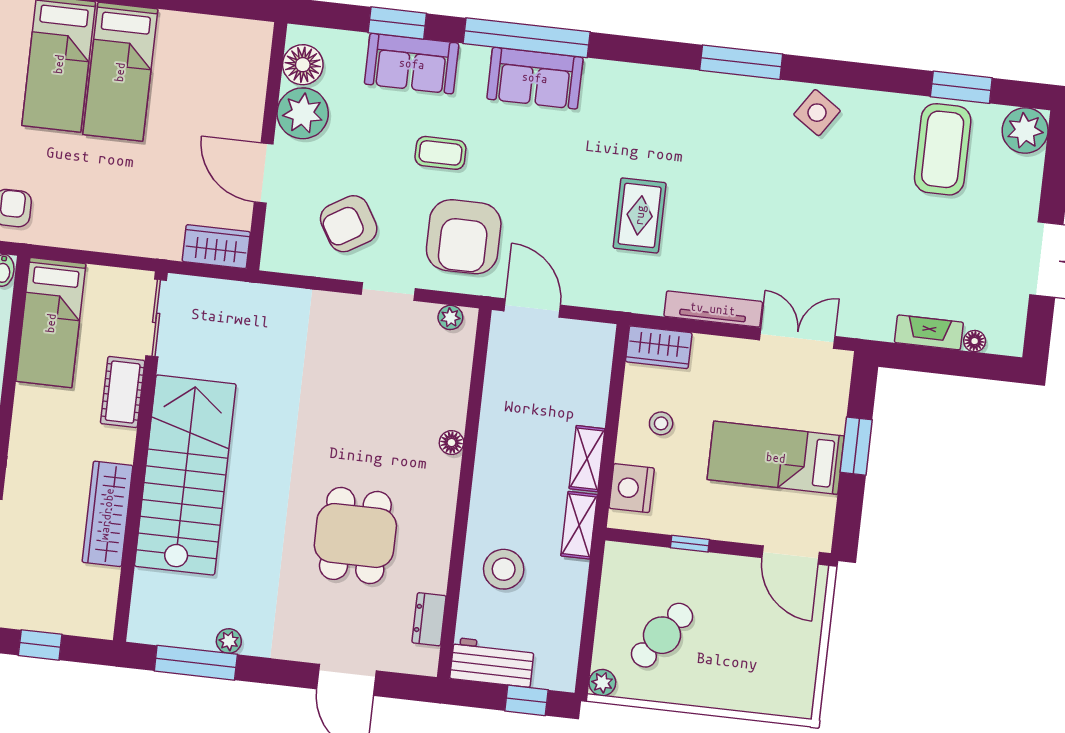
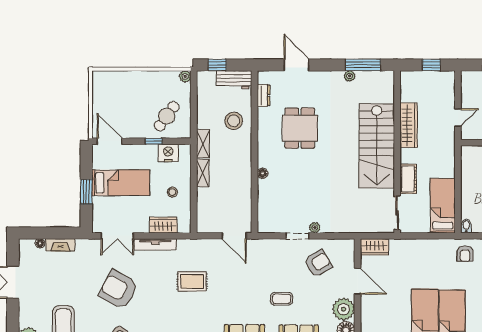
rug: (640, 215) -> (192, 281), turned 90
armchair: (464, 237) -> (119, 290), moved, turned -62
plant: (450, 317) -> (315, 228), moved
wardrobe: (659, 347) -> (163, 225), moved
nightstand: (632, 488) -> (168, 153), moved, turned -90
cafe table: (662, 635) -> (167, 116), moved

